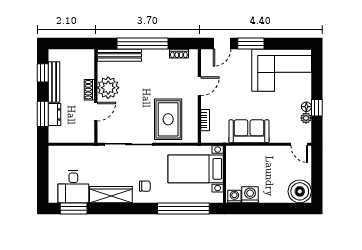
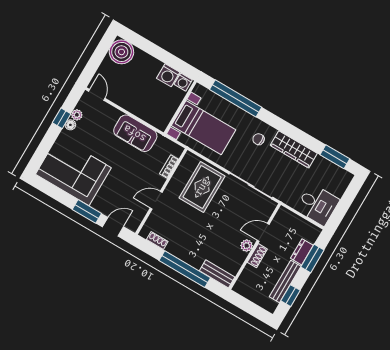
bench: (119, 55) -> (217, 274), width x0.73
plant: (108, 88) -> (247, 246), width x0.53, depth x0.53
desk: (73, 187) -> (317, 205), moved, turned 90

